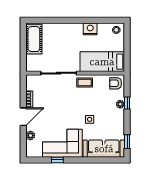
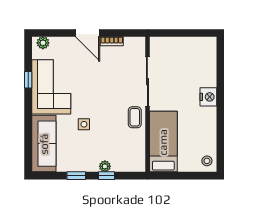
nightstand: (90, 29) -> (208, 97), moved
cot: (34, 39) -> (194, 48), removed
armchair: (116, 83) -> (134, 160), removed
plant: (30, 135) -> (43, 43), moved
window: (127, 142) -> (76, 176), moved

